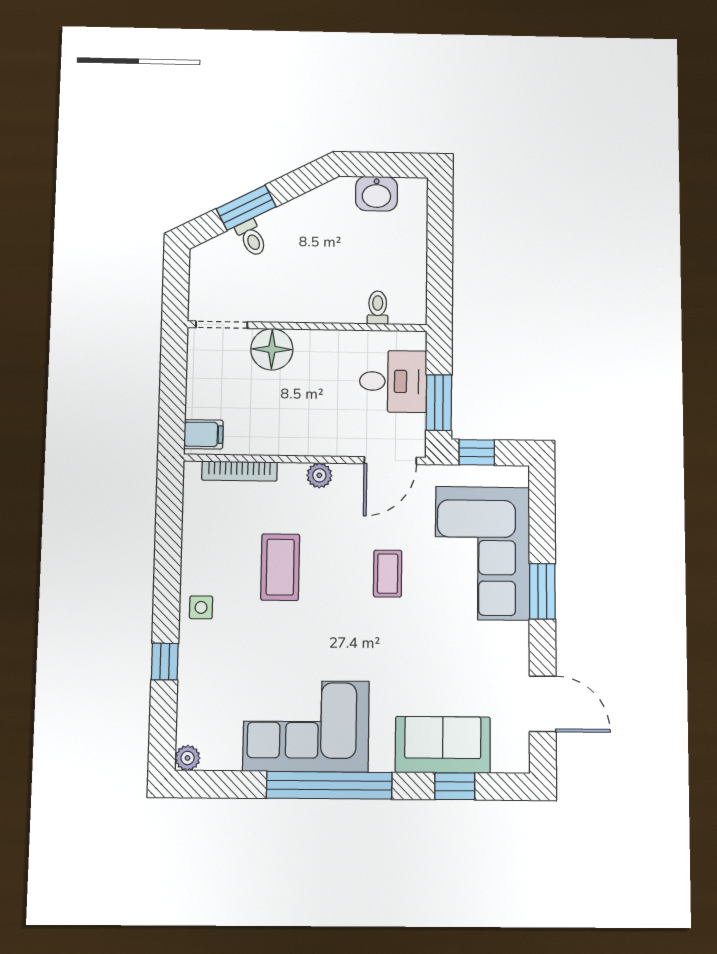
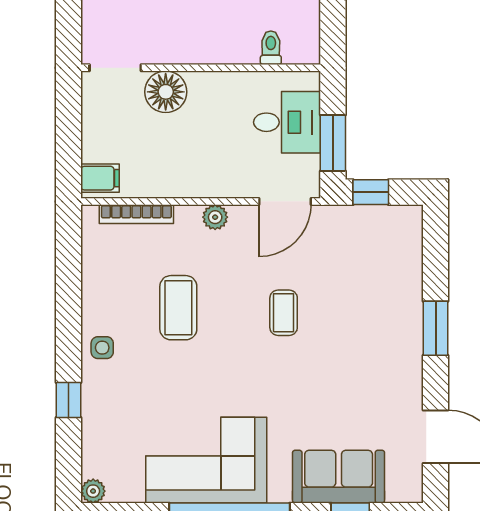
corner sofa: (483, 553) -> (377, 292), removed

